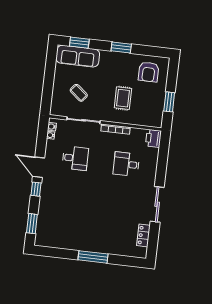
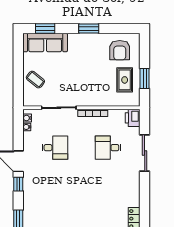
coffee table: (79, 93) -> (35, 80), moved
rug: (123, 98) -> (125, 80), moved
sliding door: (157, 204) -> (145, 153), moved

